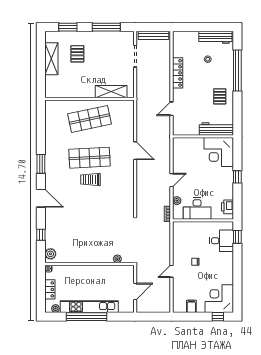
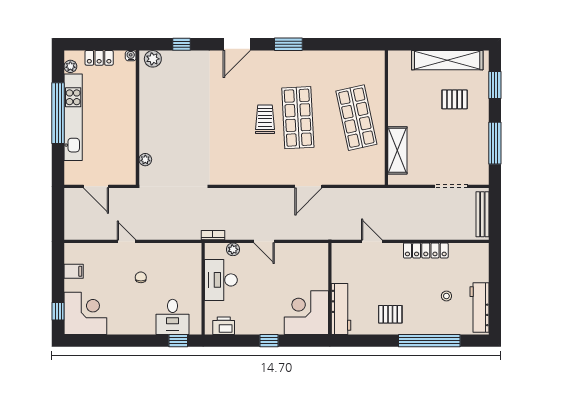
shelving: (51, 59) -> (447, 60), width x1.47

